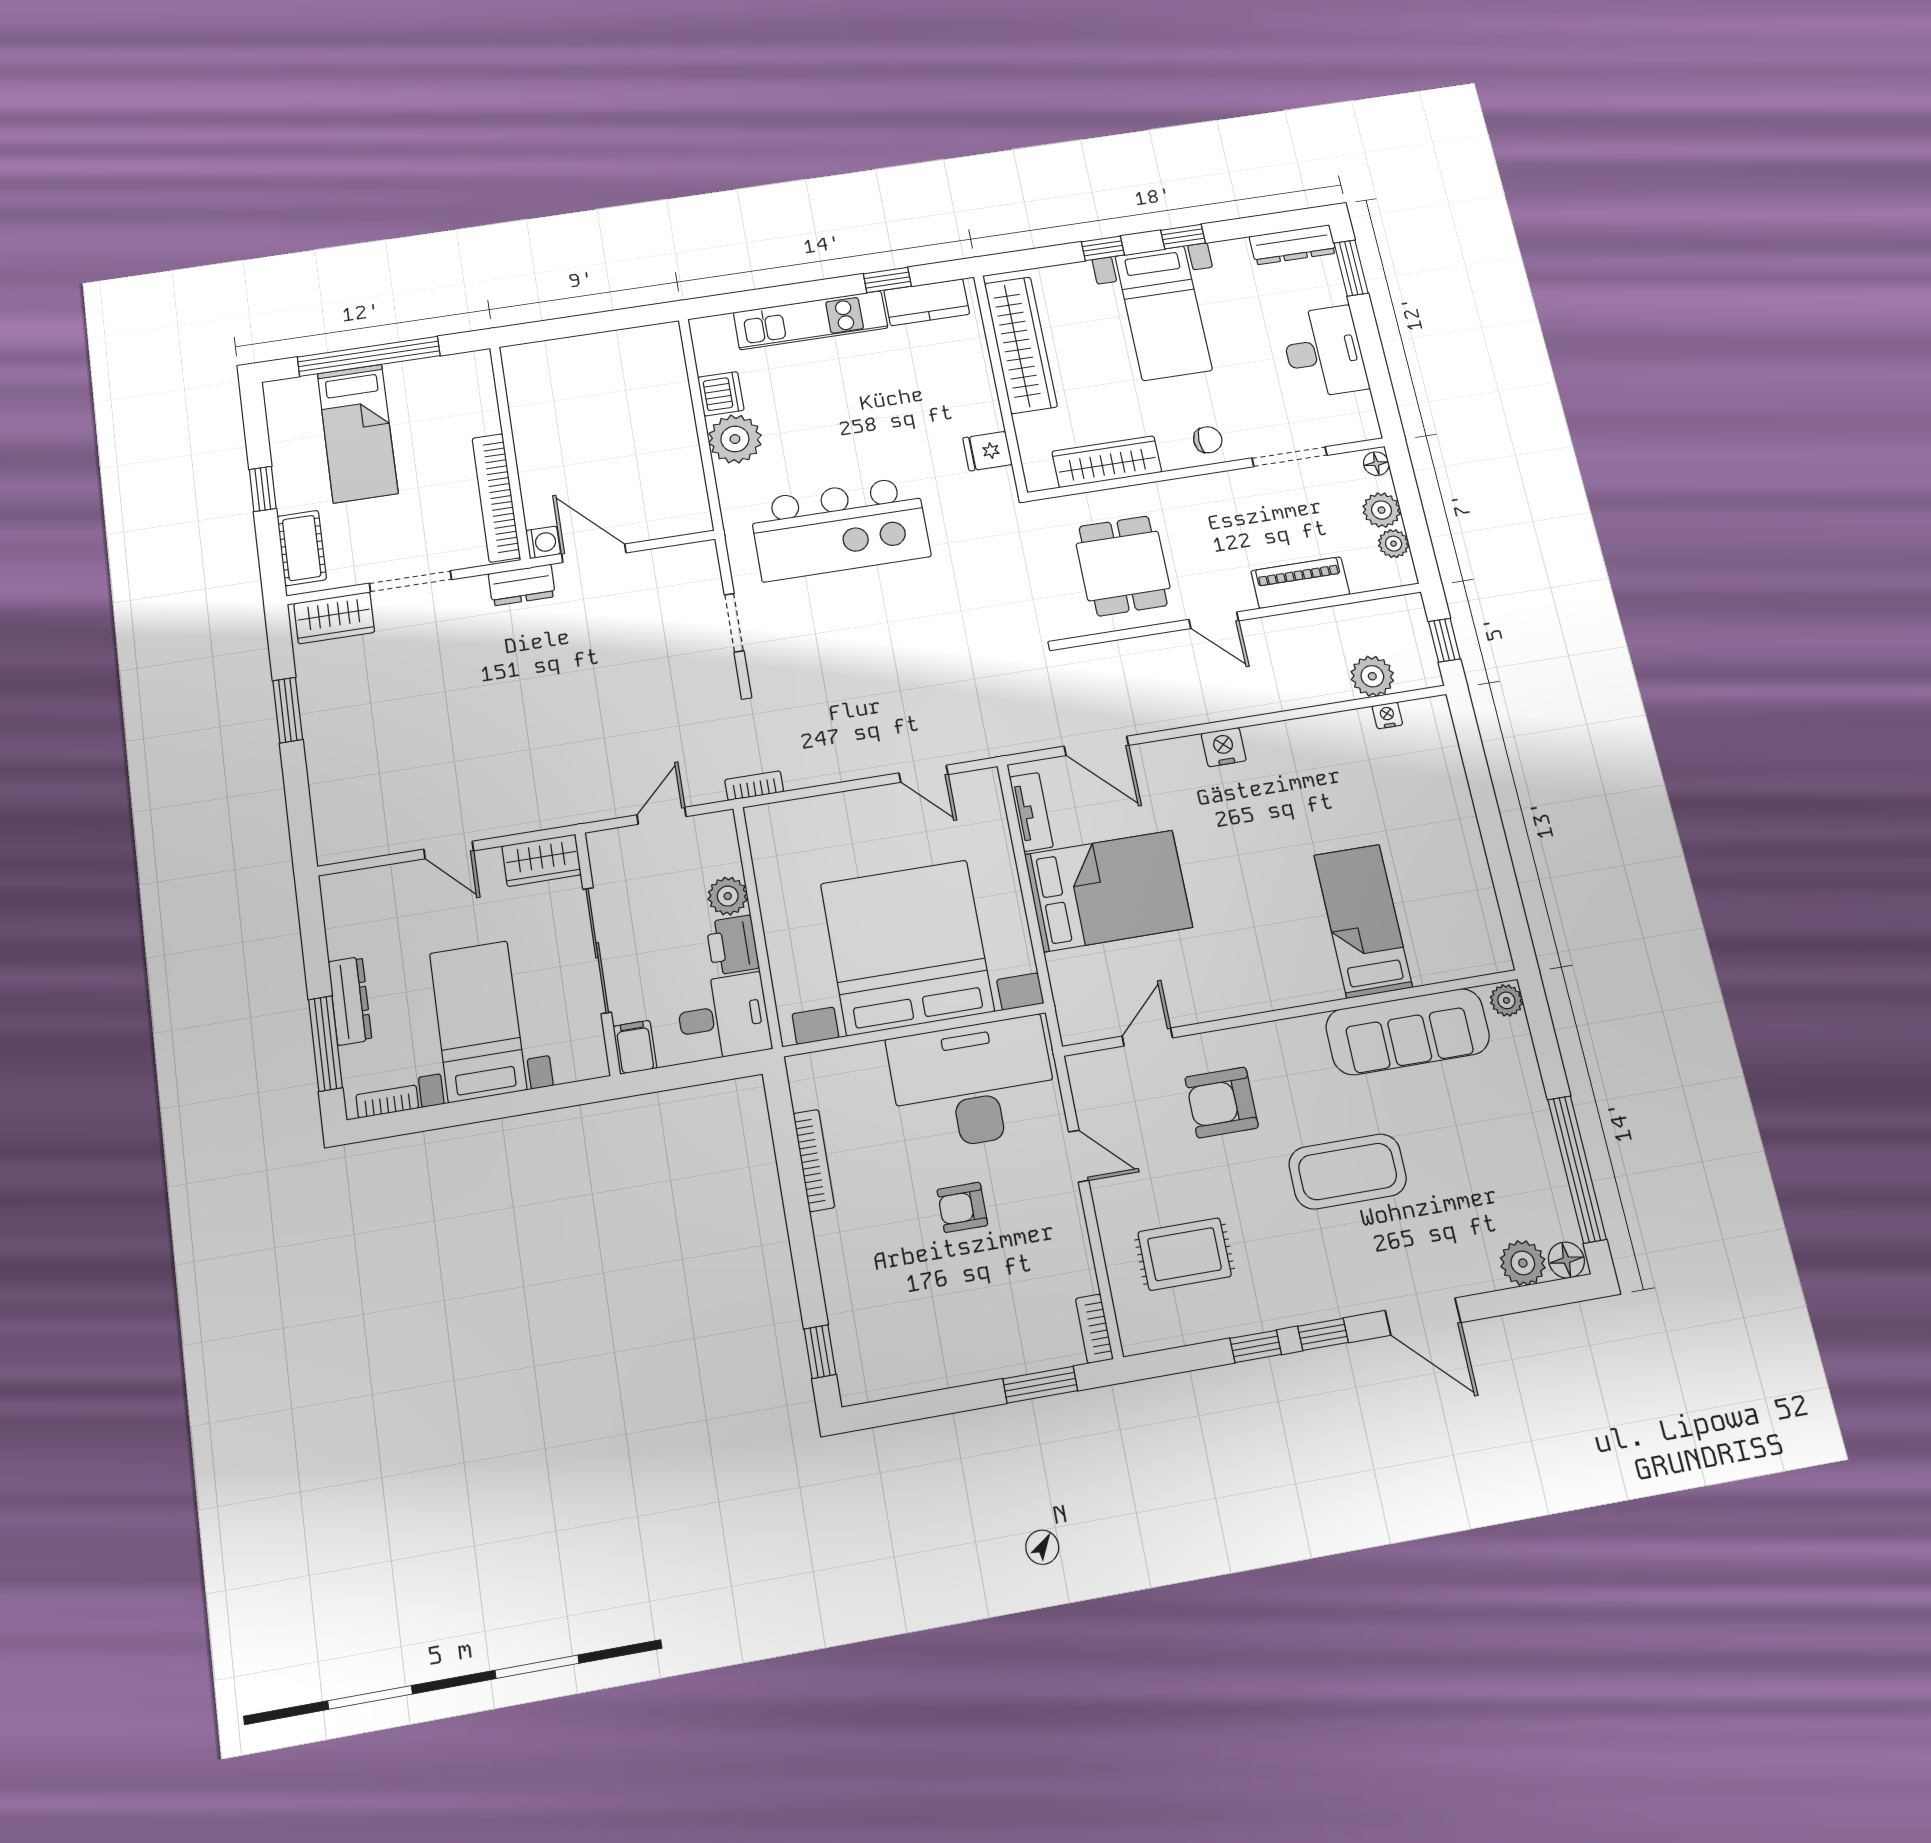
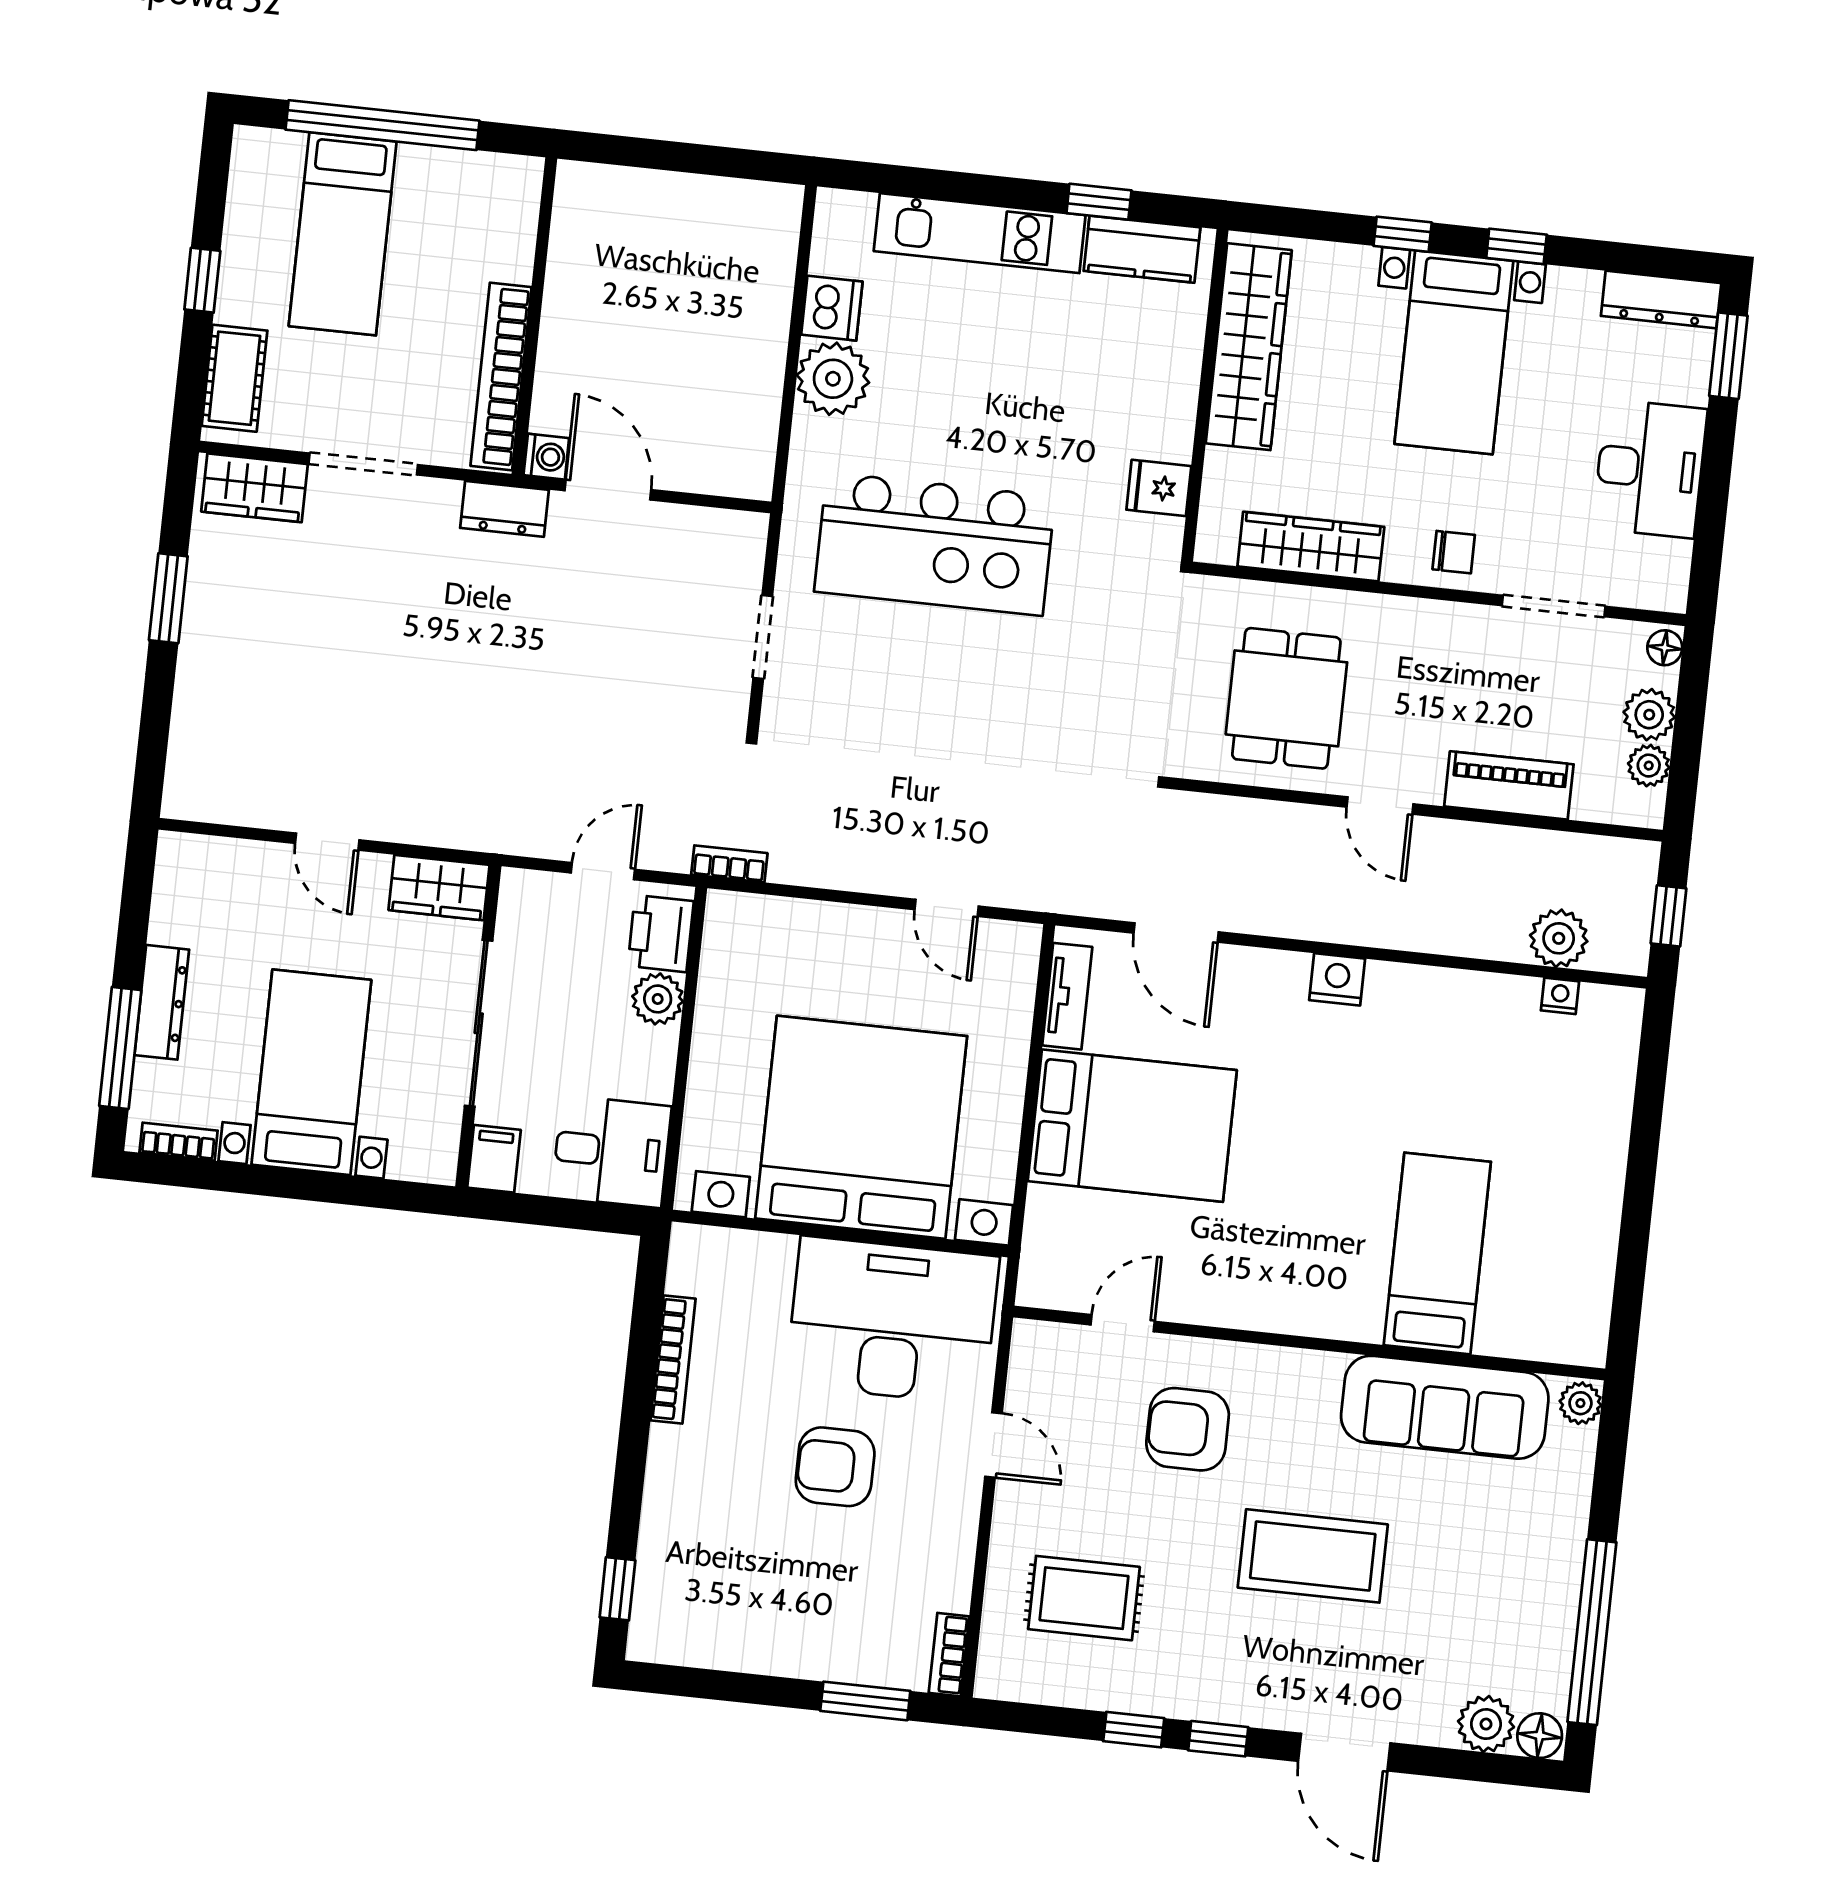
printer: (732, 945) -> (661, 934), moved
armchair: (962, 1207) -> (835, 1467), width x1.38, depth x1.38

